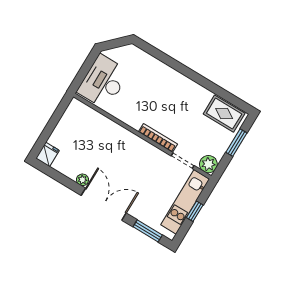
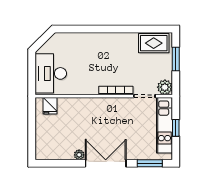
fridge: (48, 154) -> (50, 106), moved, turned 180

